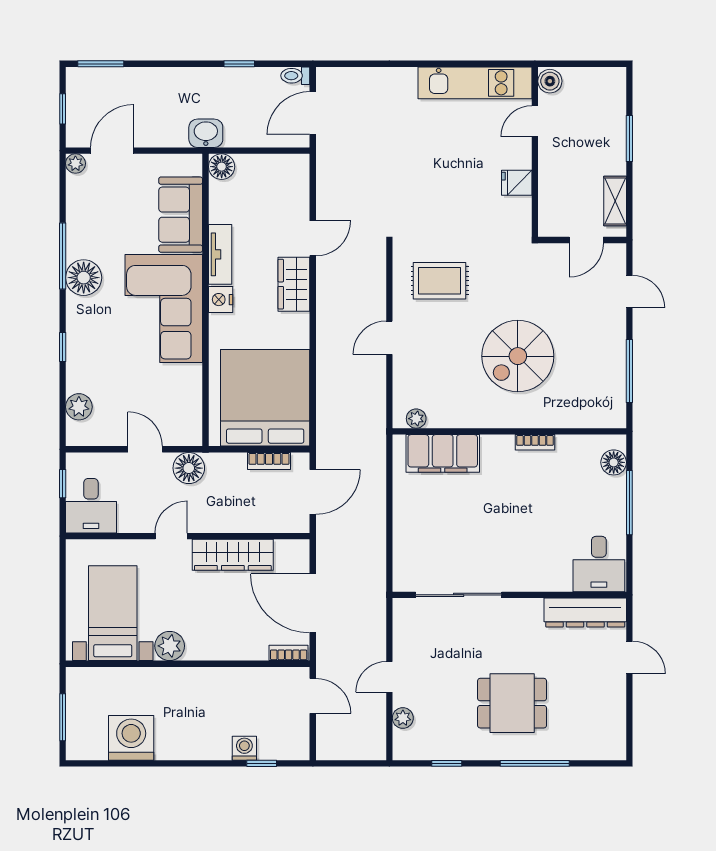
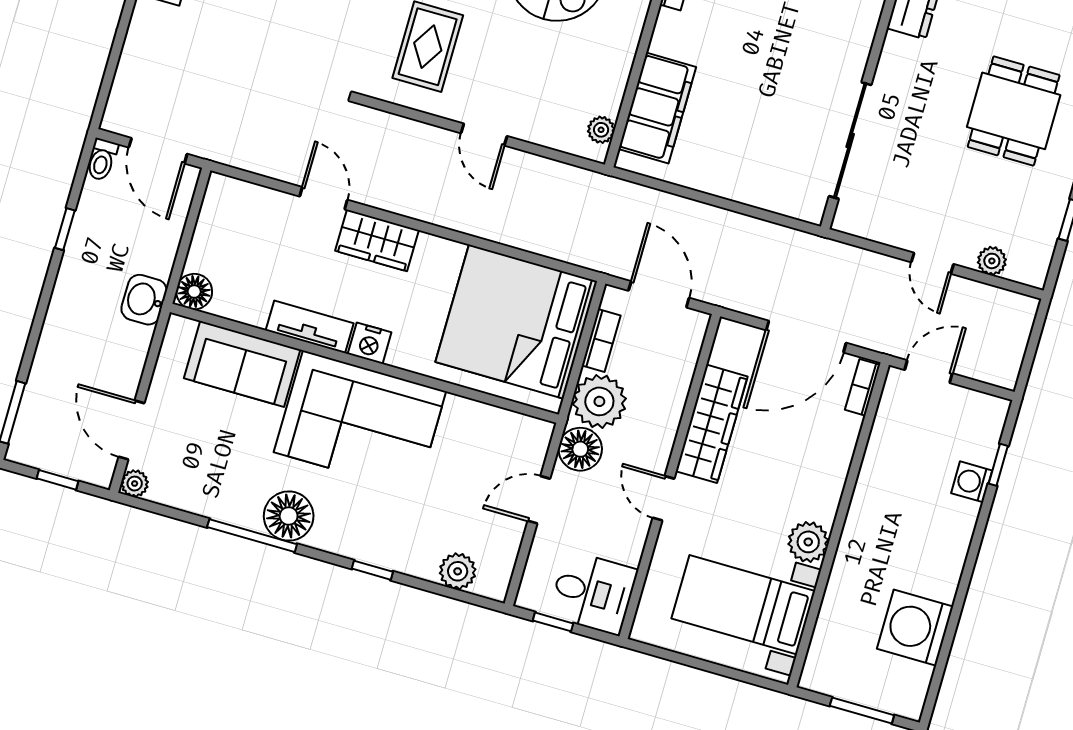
plant: (226, 472) -> (599, 401), added

